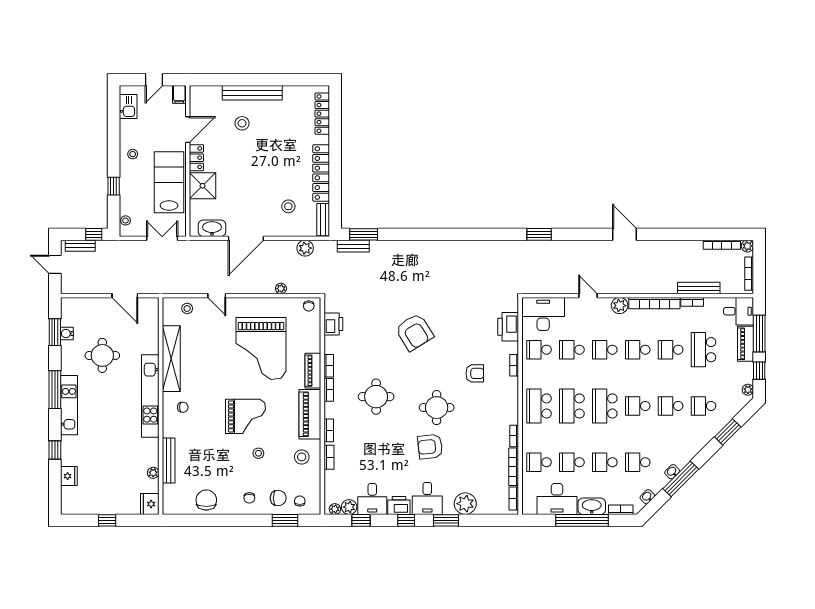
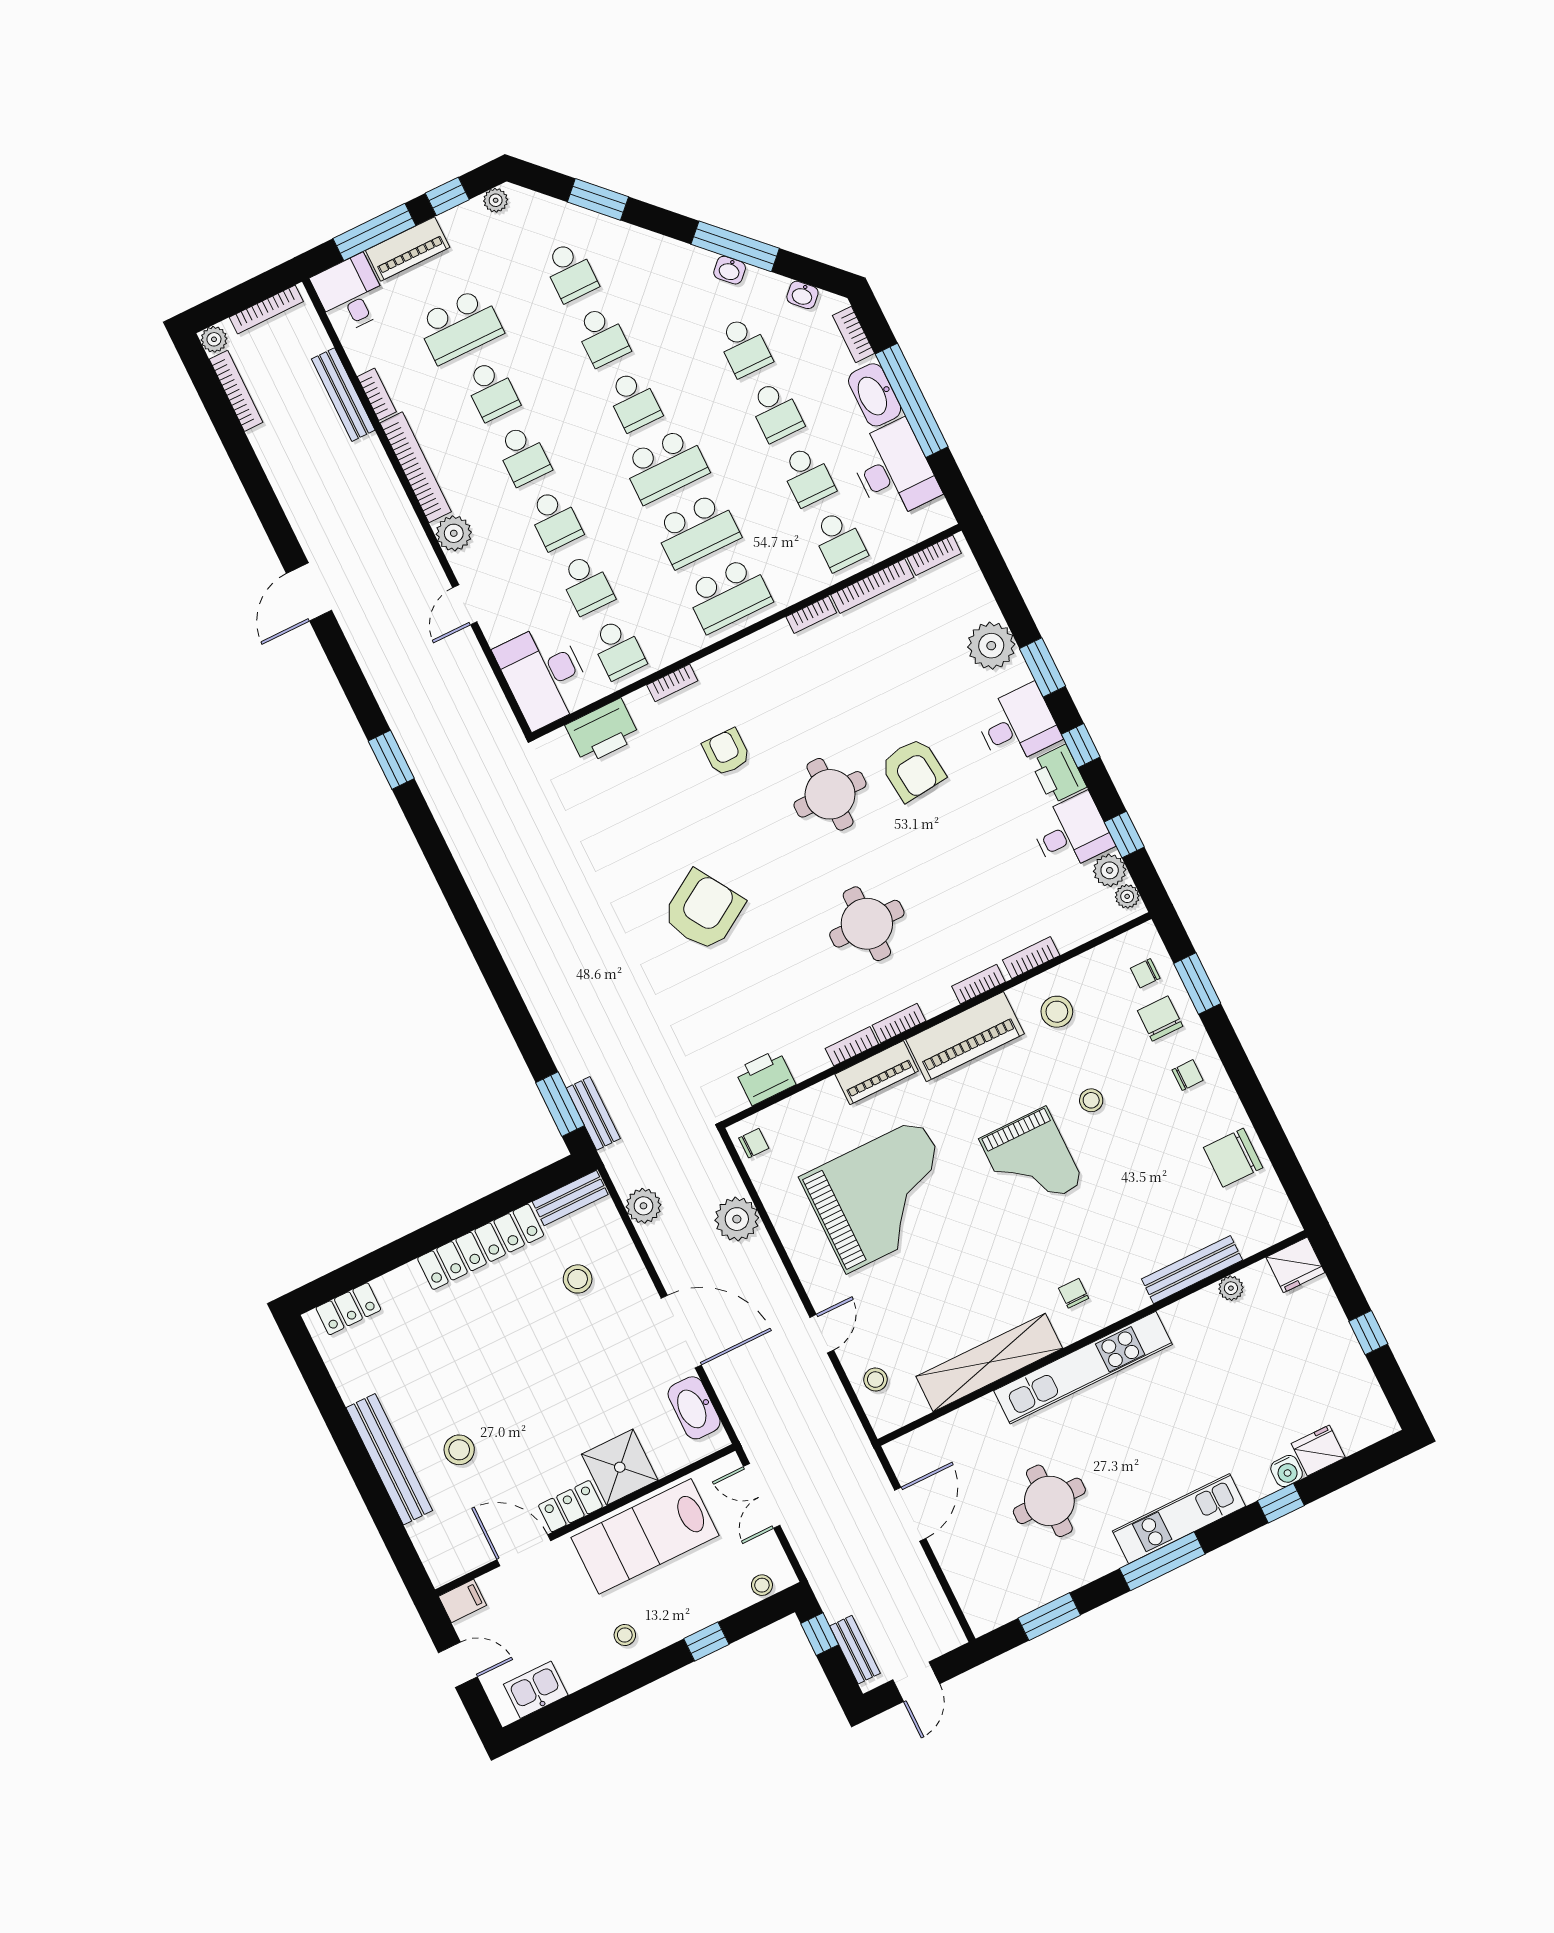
locker: (322, 114) -> (348, 1309), width x0.66
plant: (281, 289) -> (737, 1219), width x1.88, depth x1.88
water cooler: (67, 334) -> (1287, 1471), moved
grand piano: (245, 416) -> (1031, 1161), turned 180

